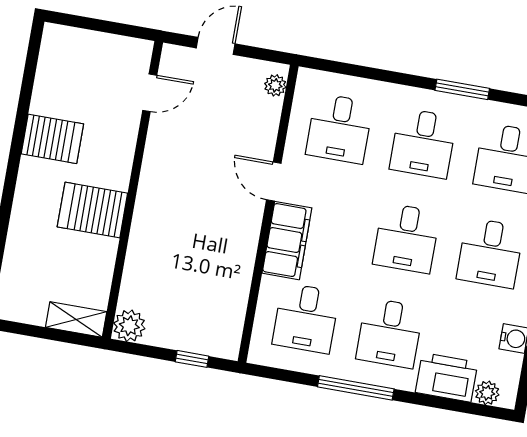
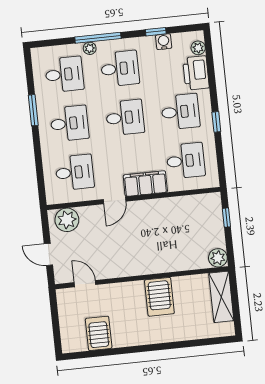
plant: (275, 85) -> (67, 220), width x1.88, depth x1.88
server rack: (52, 139) -> (99, 333), moved
shelving: (76, 319) -> (221, 297), width x1.50, depth x1.33
window: (356, 388) -> (216, 122), width x0.46

